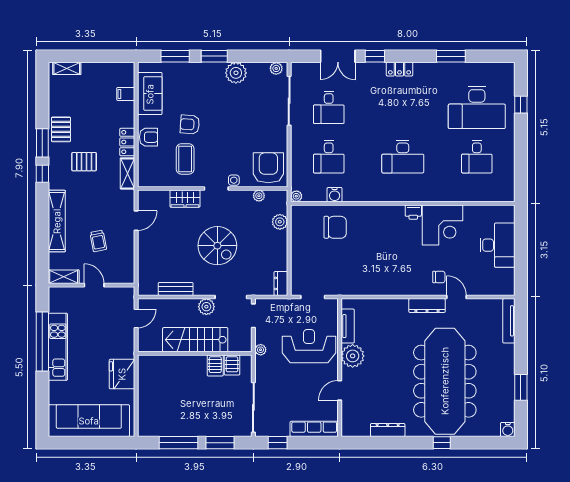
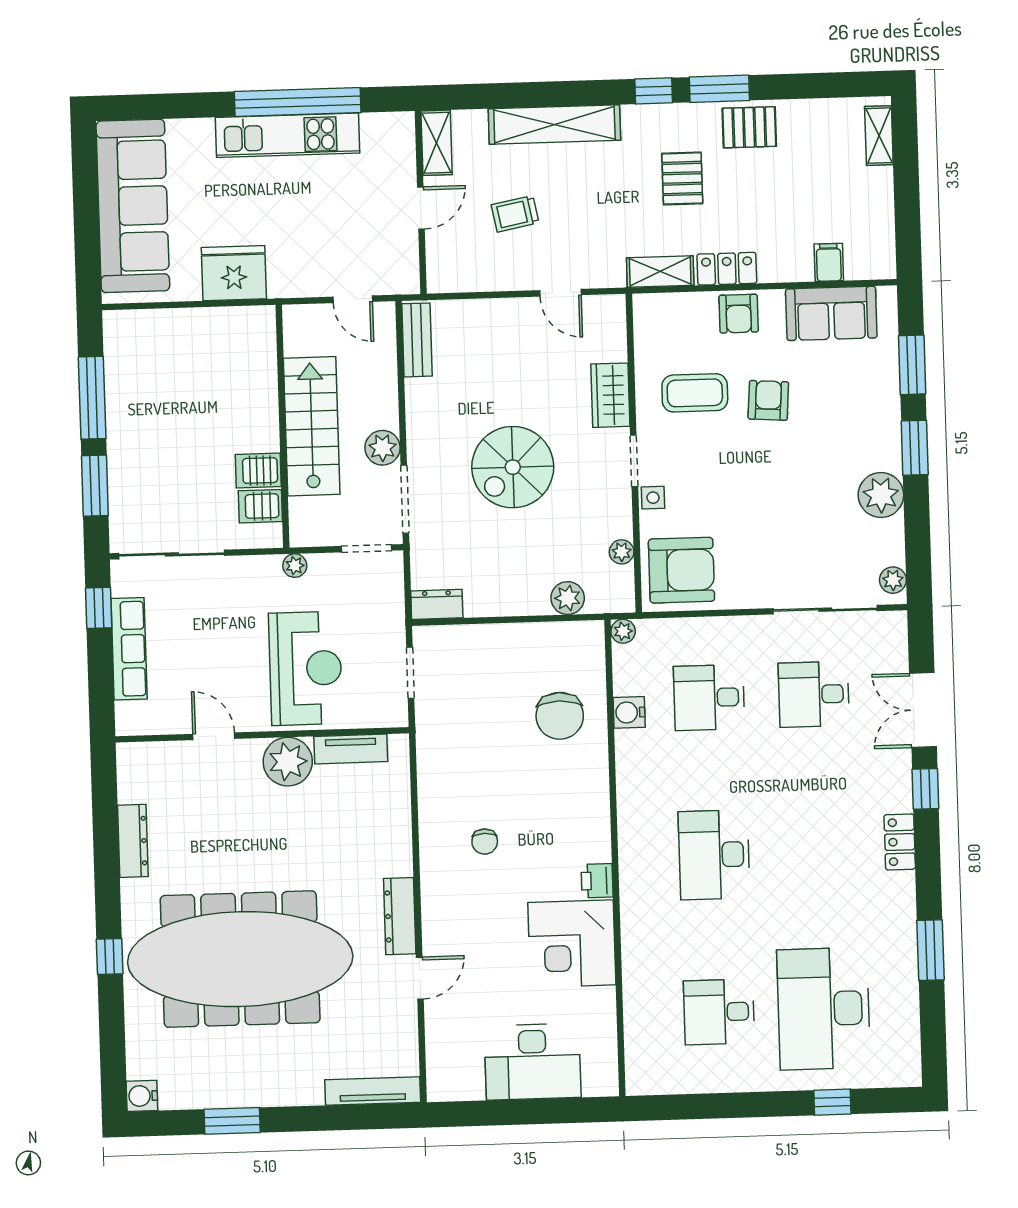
chair: (439, 277) -> (485, 842), moved
bench: (176, 289) -> (417, 340), moved
row of seats: (314, 429) -> (129, 649), moved

